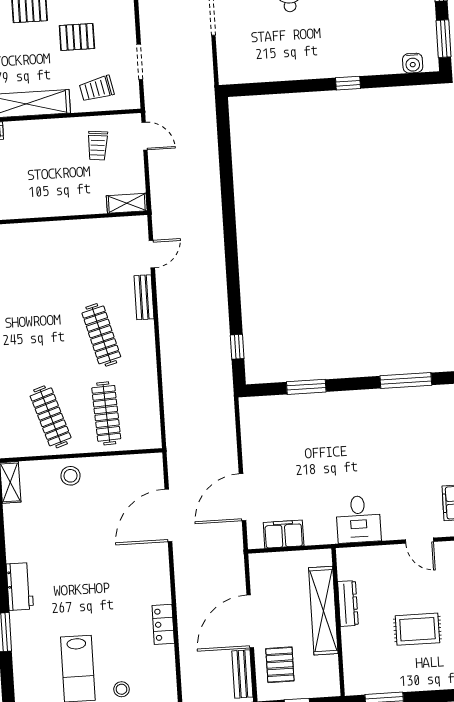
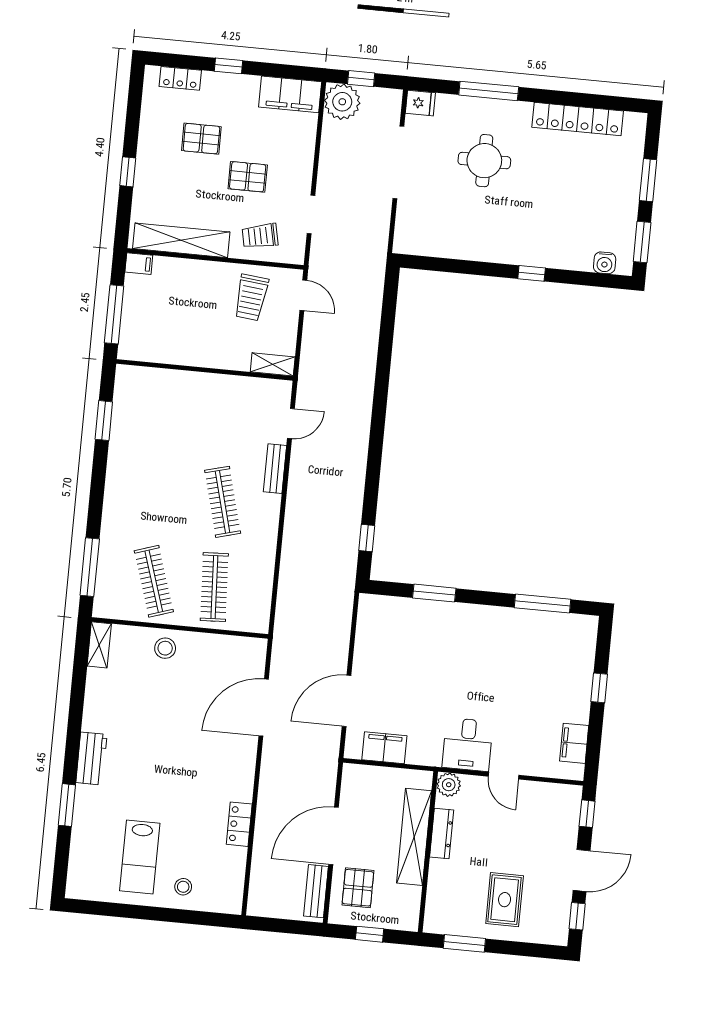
trolley: (98, 146) -> (251, 297), width x1.36, depth x1.39
door: (420, 541) -> (503, 776), moved
plant: (347, 558) -> (449, 785), added
rug: (417, 629) -> (505, 900), moved, turned 90

